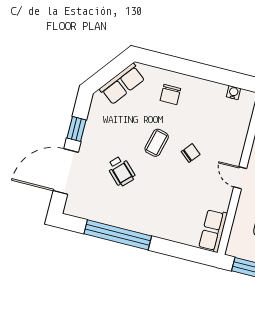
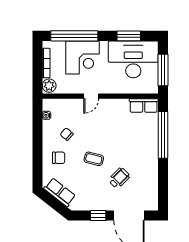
chair: (191, 153) -> (67, 134), moved
door: (240, 178) -> (91, 96), moved
window: (118, 235) -> (163, 135), moved

